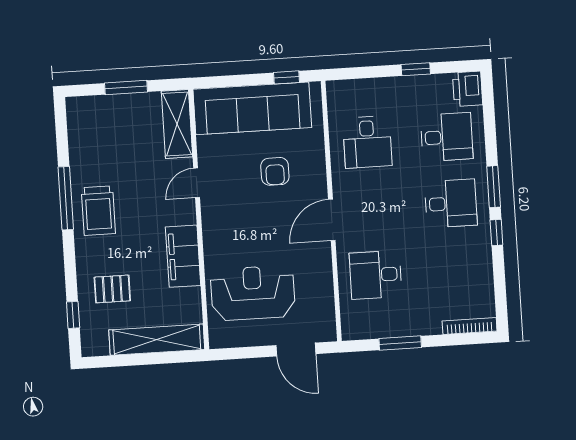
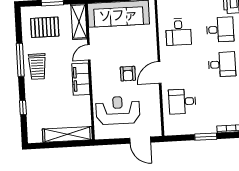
armchair: (275, 171) -> (128, 74), moved
filing cabinet: (183, 256) -> (81, 79), moved
pallet: (112, 289) -> (45, 27), moved, width x1.50, depth x1.42
window: (73, 315) -> (23, 108), moved
window: (400, 343) -> (206, 137), moved

